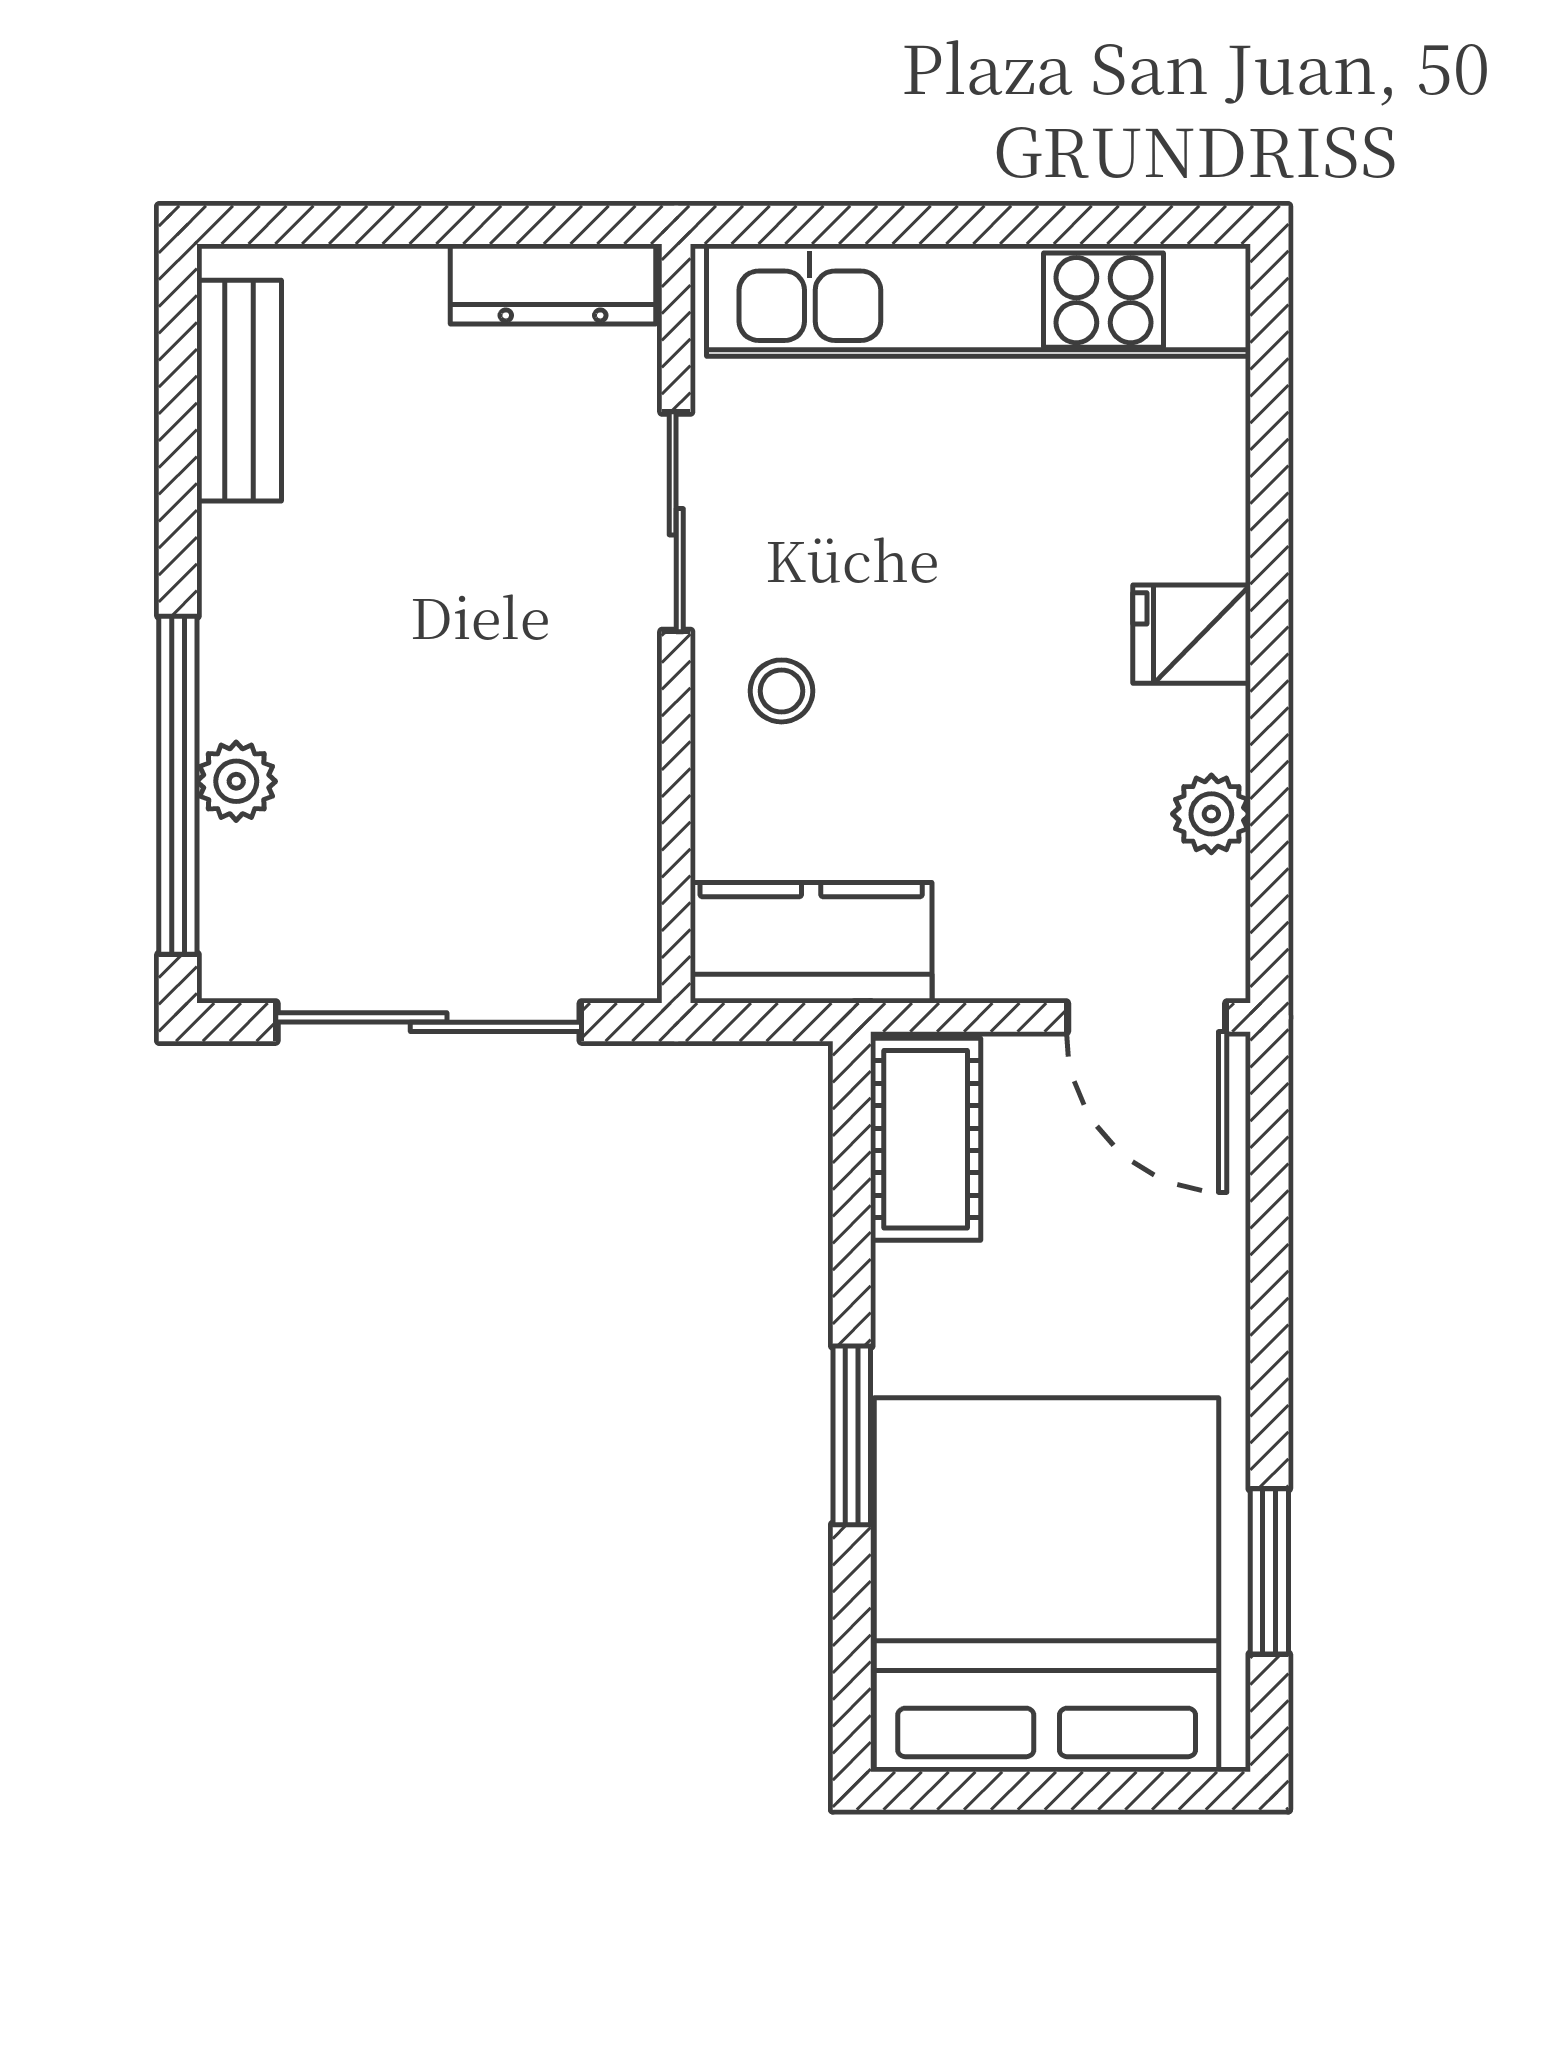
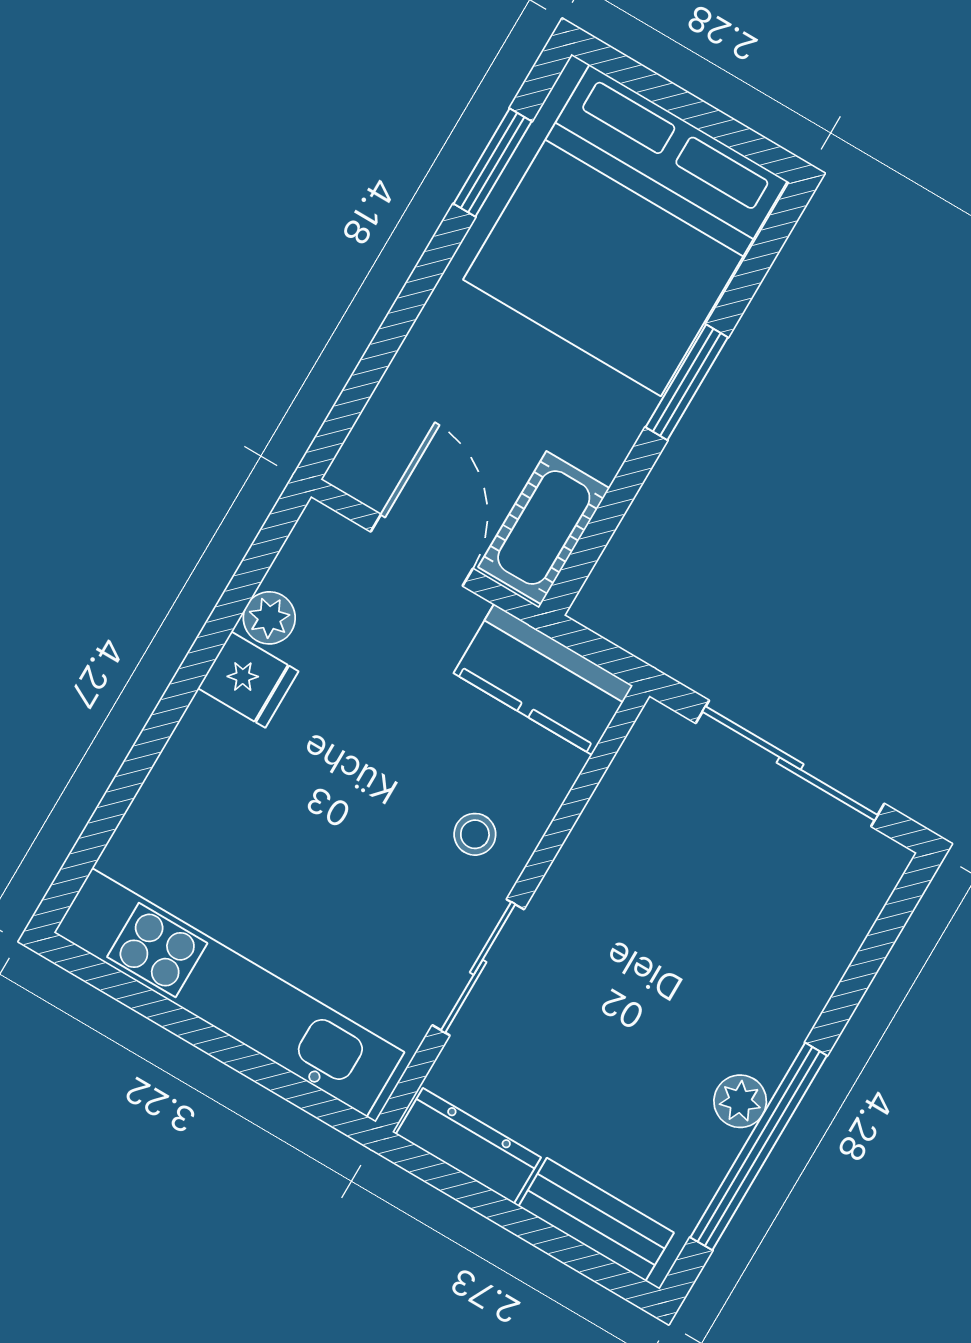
bench: (239, 391) -> (596, 1219), moved, turned 90
fridge: (1192, 634) -> (248, 680), moved
plant: (236, 781) -> (740, 1101), moved
window: (178, 785) -> (759, 1146), moved
door: (1147, 1017) -> (422, 550), moved

